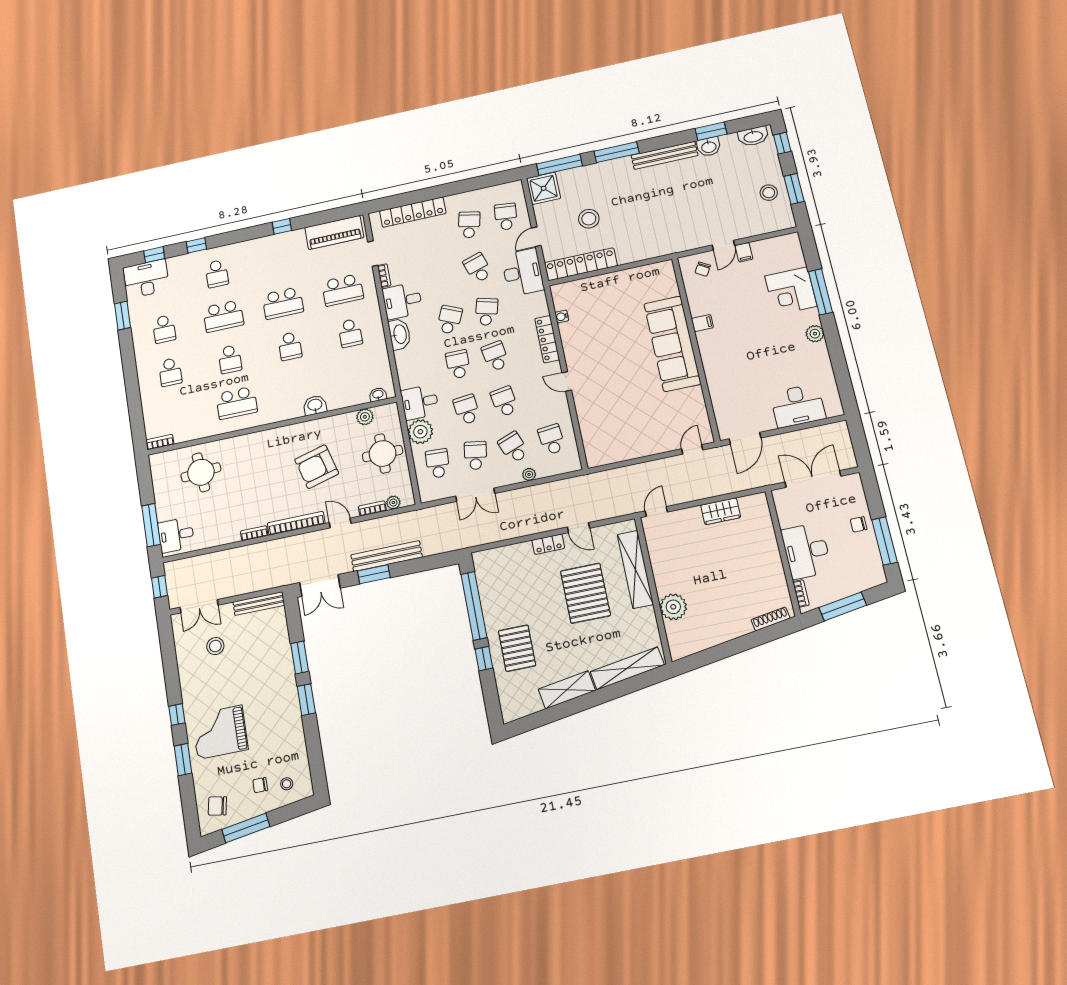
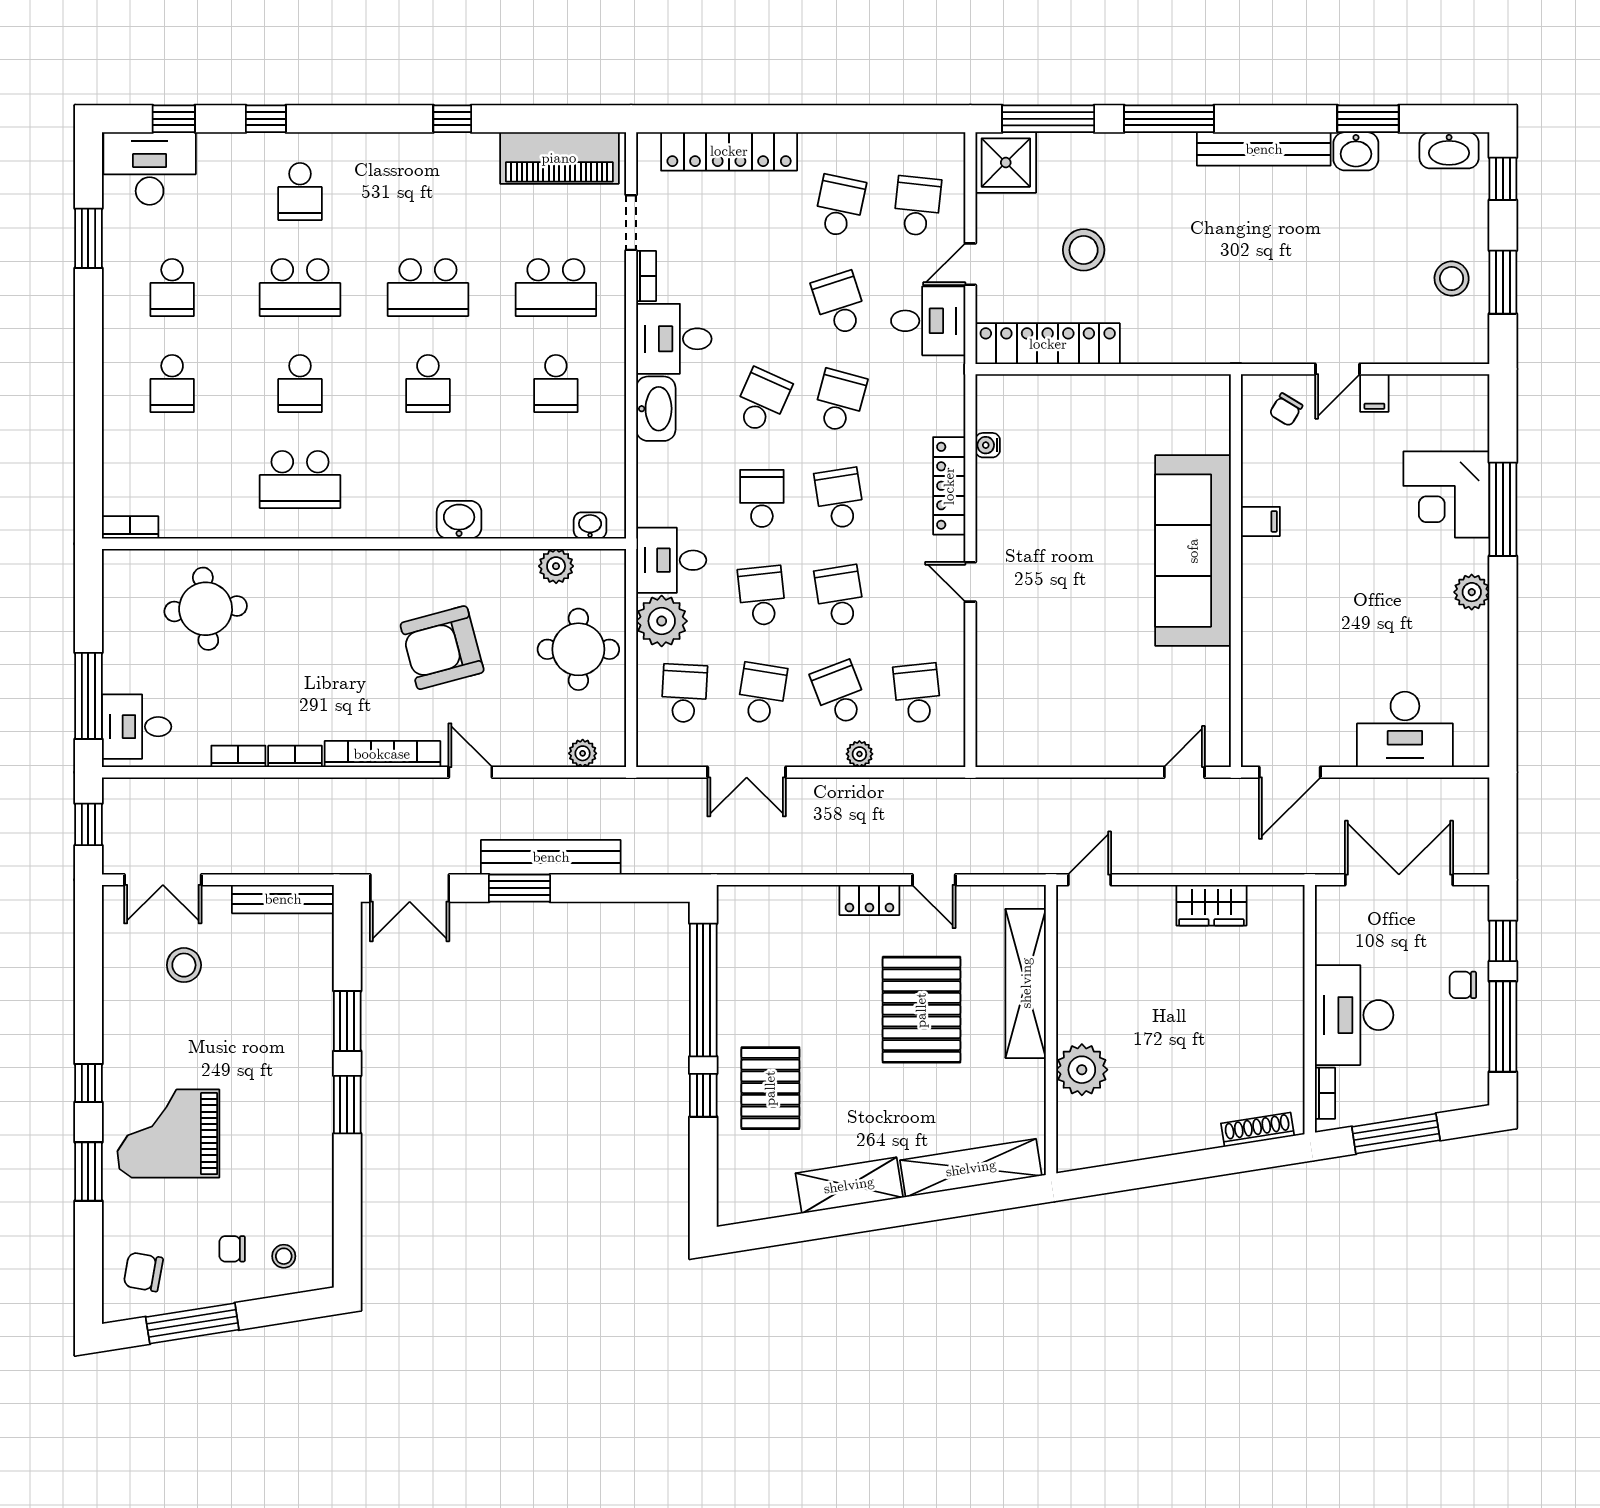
desk: (523, 272) -> (928, 321), width x0.73
window: (874, 498) -> (1503, 941), added
bookcase: (372, 508) -> (238, 756), moved

